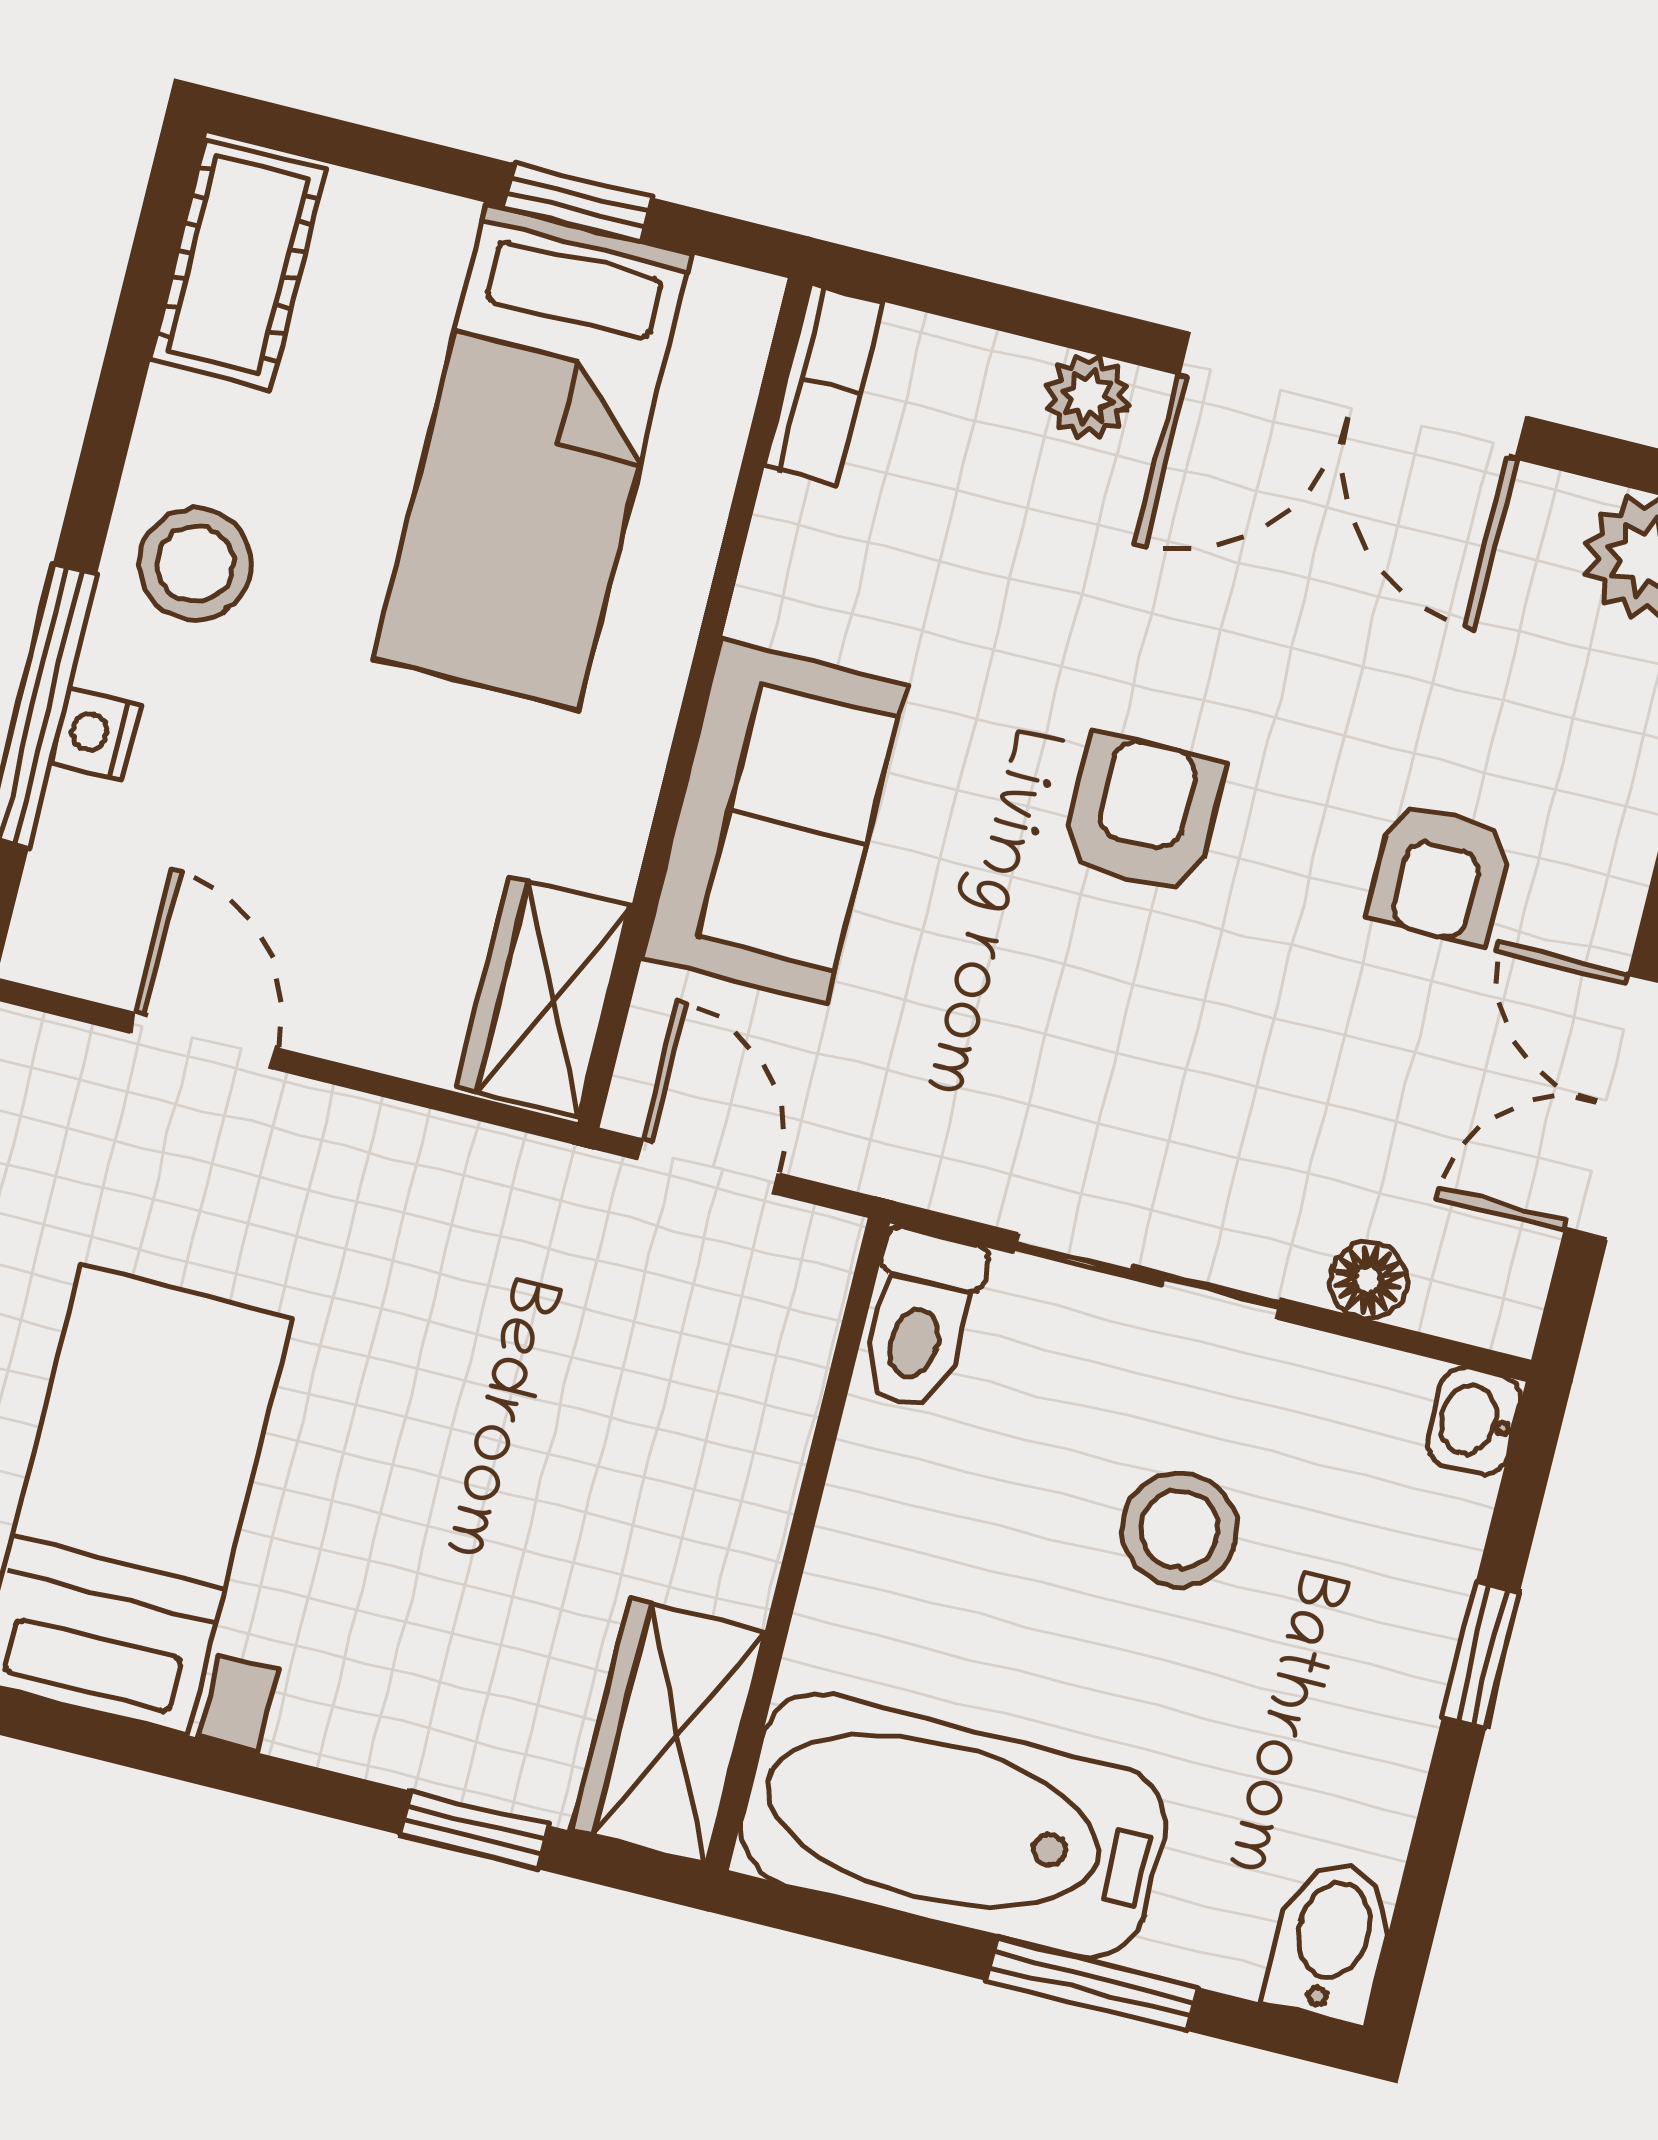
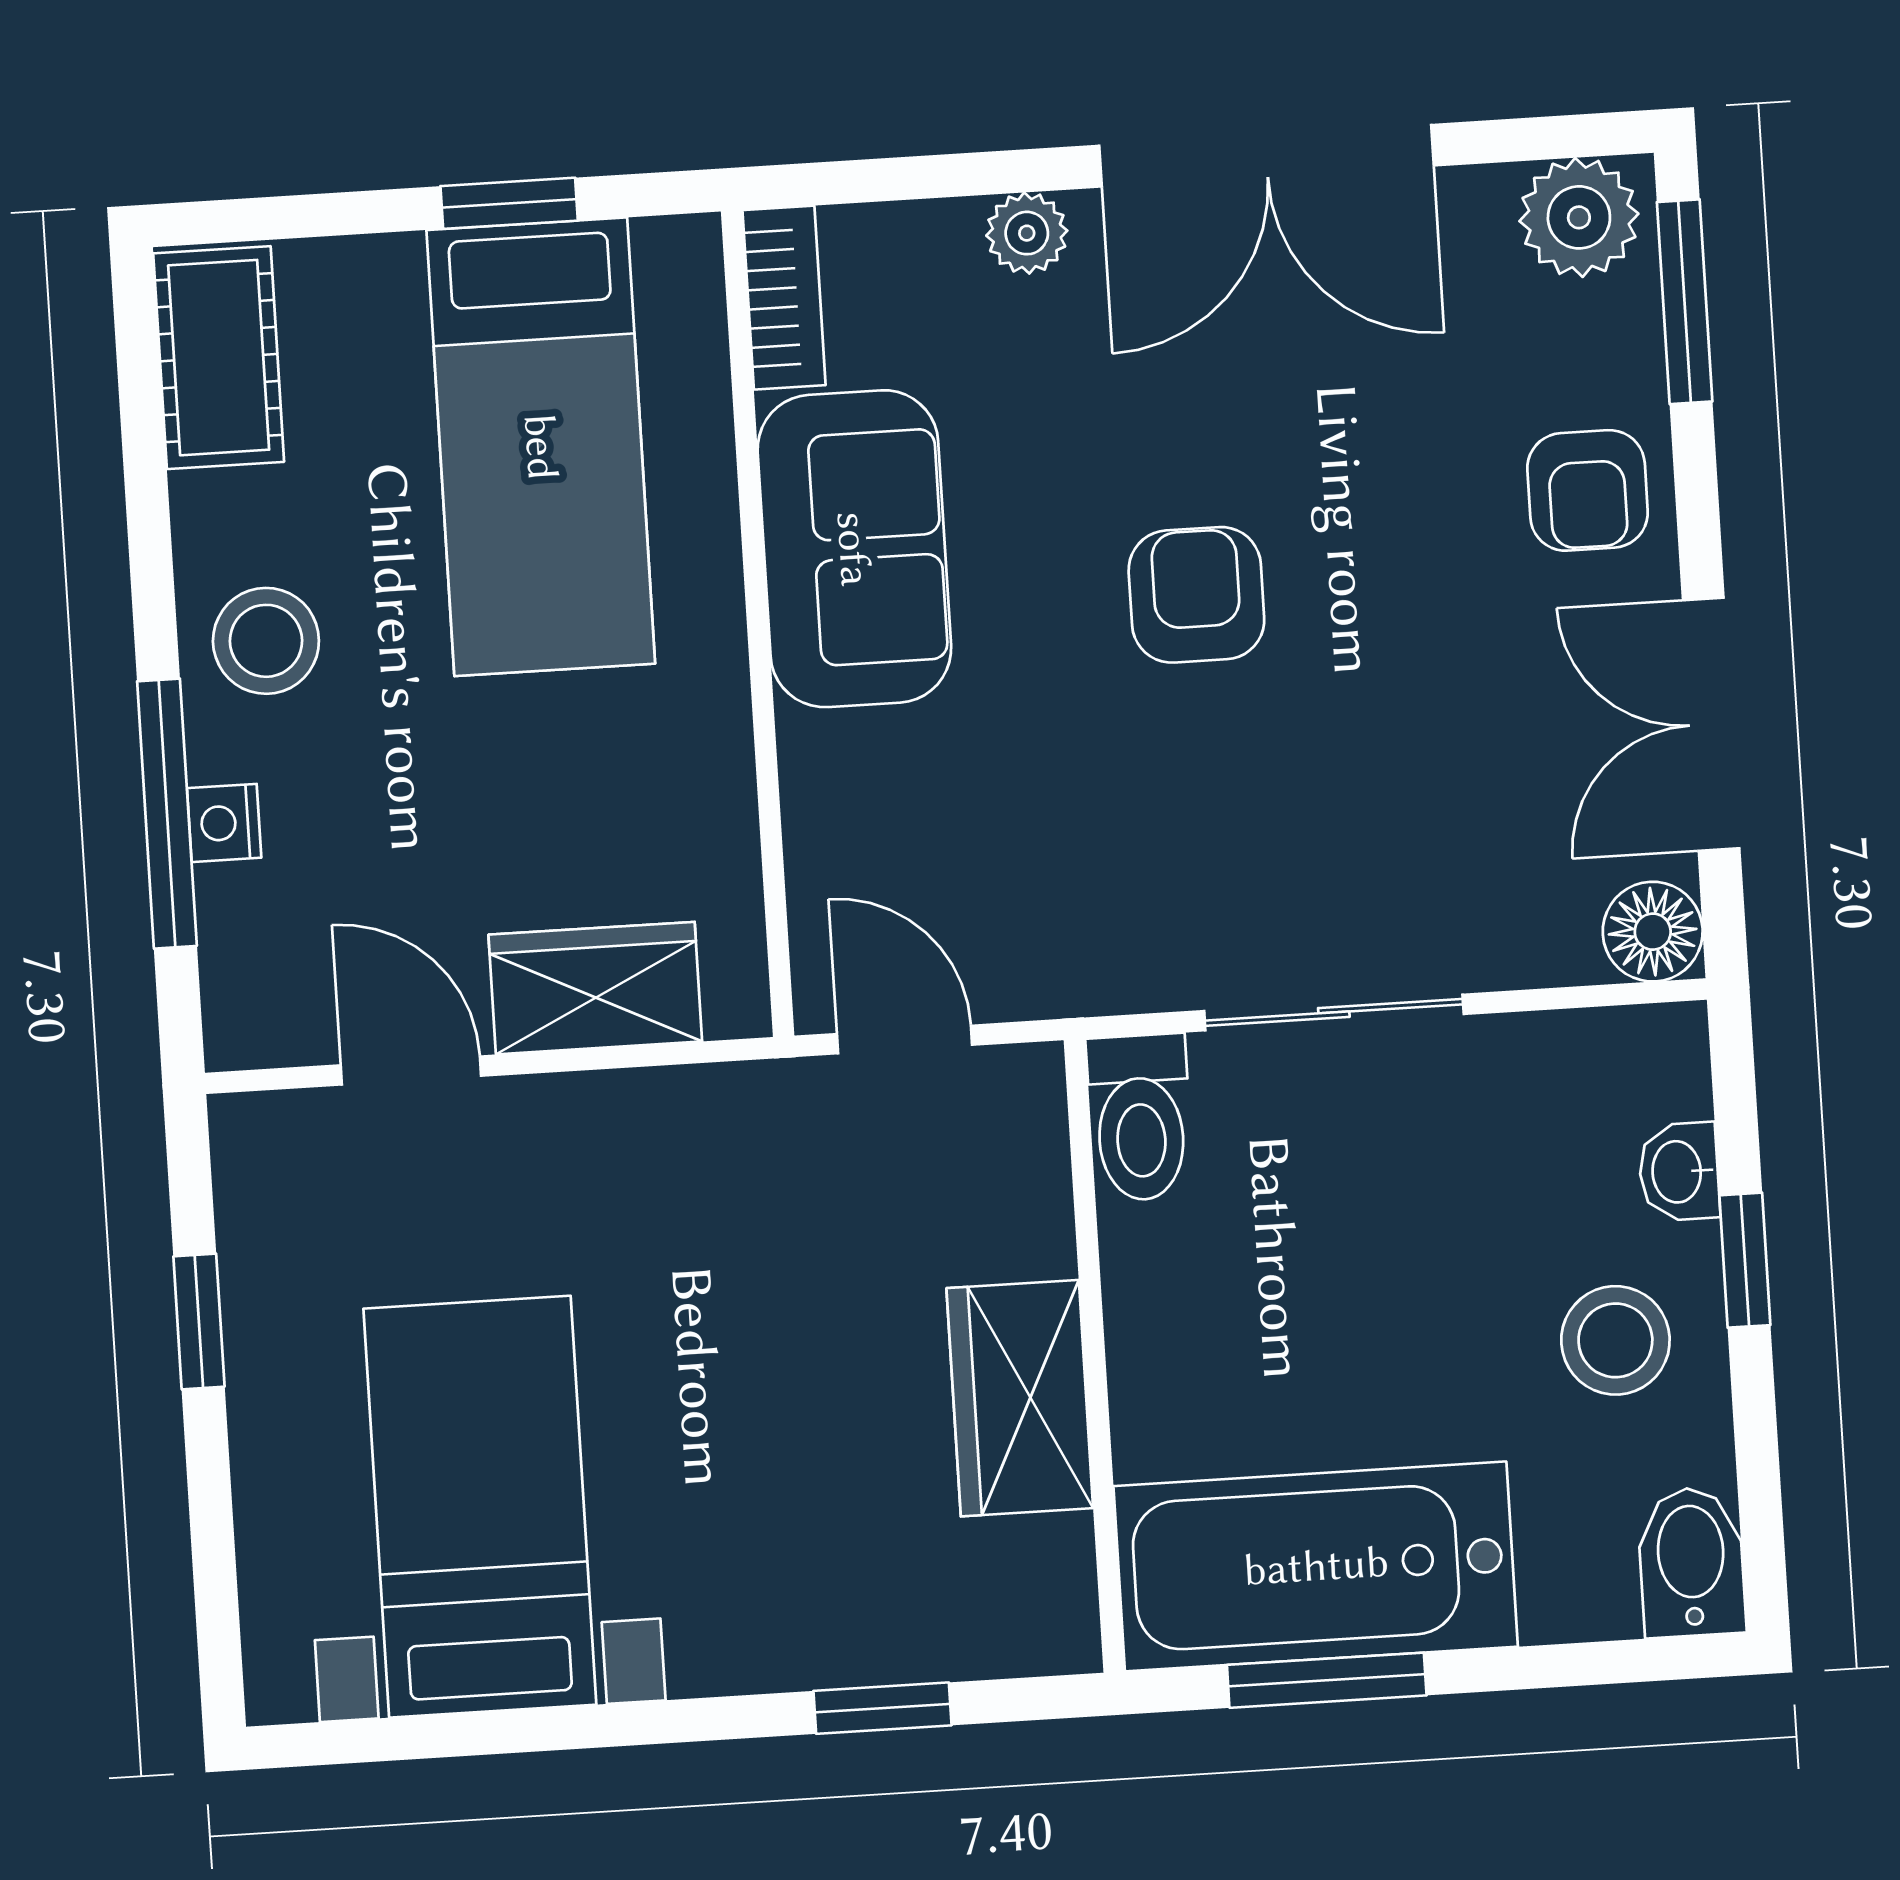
sofa: (774, 821) -> (854, 549), moved
armchair: (1440, 873) -> (1588, 490), moved
wardrobe: (544, 997) -> (595, 988), moved, turned 90
floor lamp: (1368, 1280) -> (1653, 932), moved, width x1.37, depth x1.37
washbasin: (1474, 1421) -> (1679, 1172), moved
stool: (1180, 1529) -> (1615, 1340), moved
wardrobe: (668, 1731) -> (1020, 1398), moved
window: (1092, 1984) -> (1327, 1680), moved

